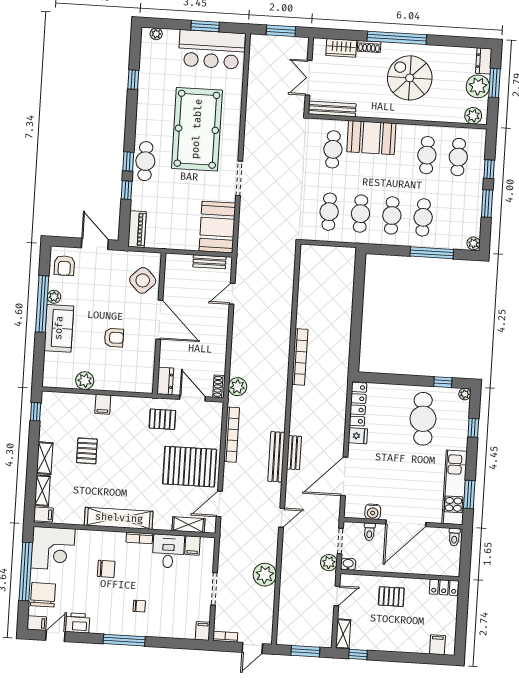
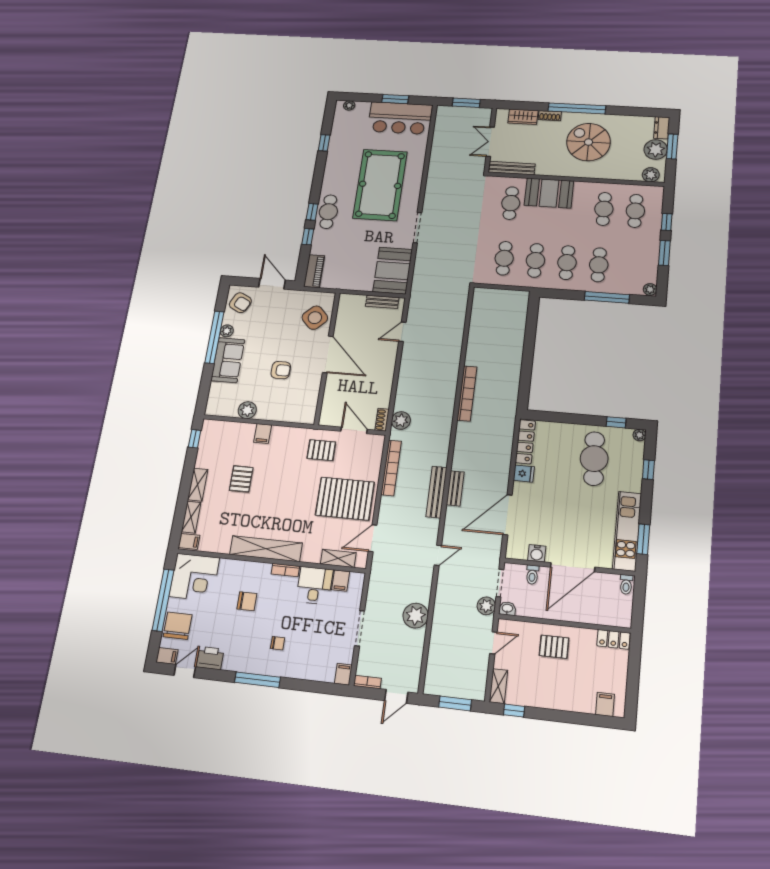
armchair: (64, 266) -> (240, 303), turned -64
dresser: (165, 381) -> (328, 413), removed

